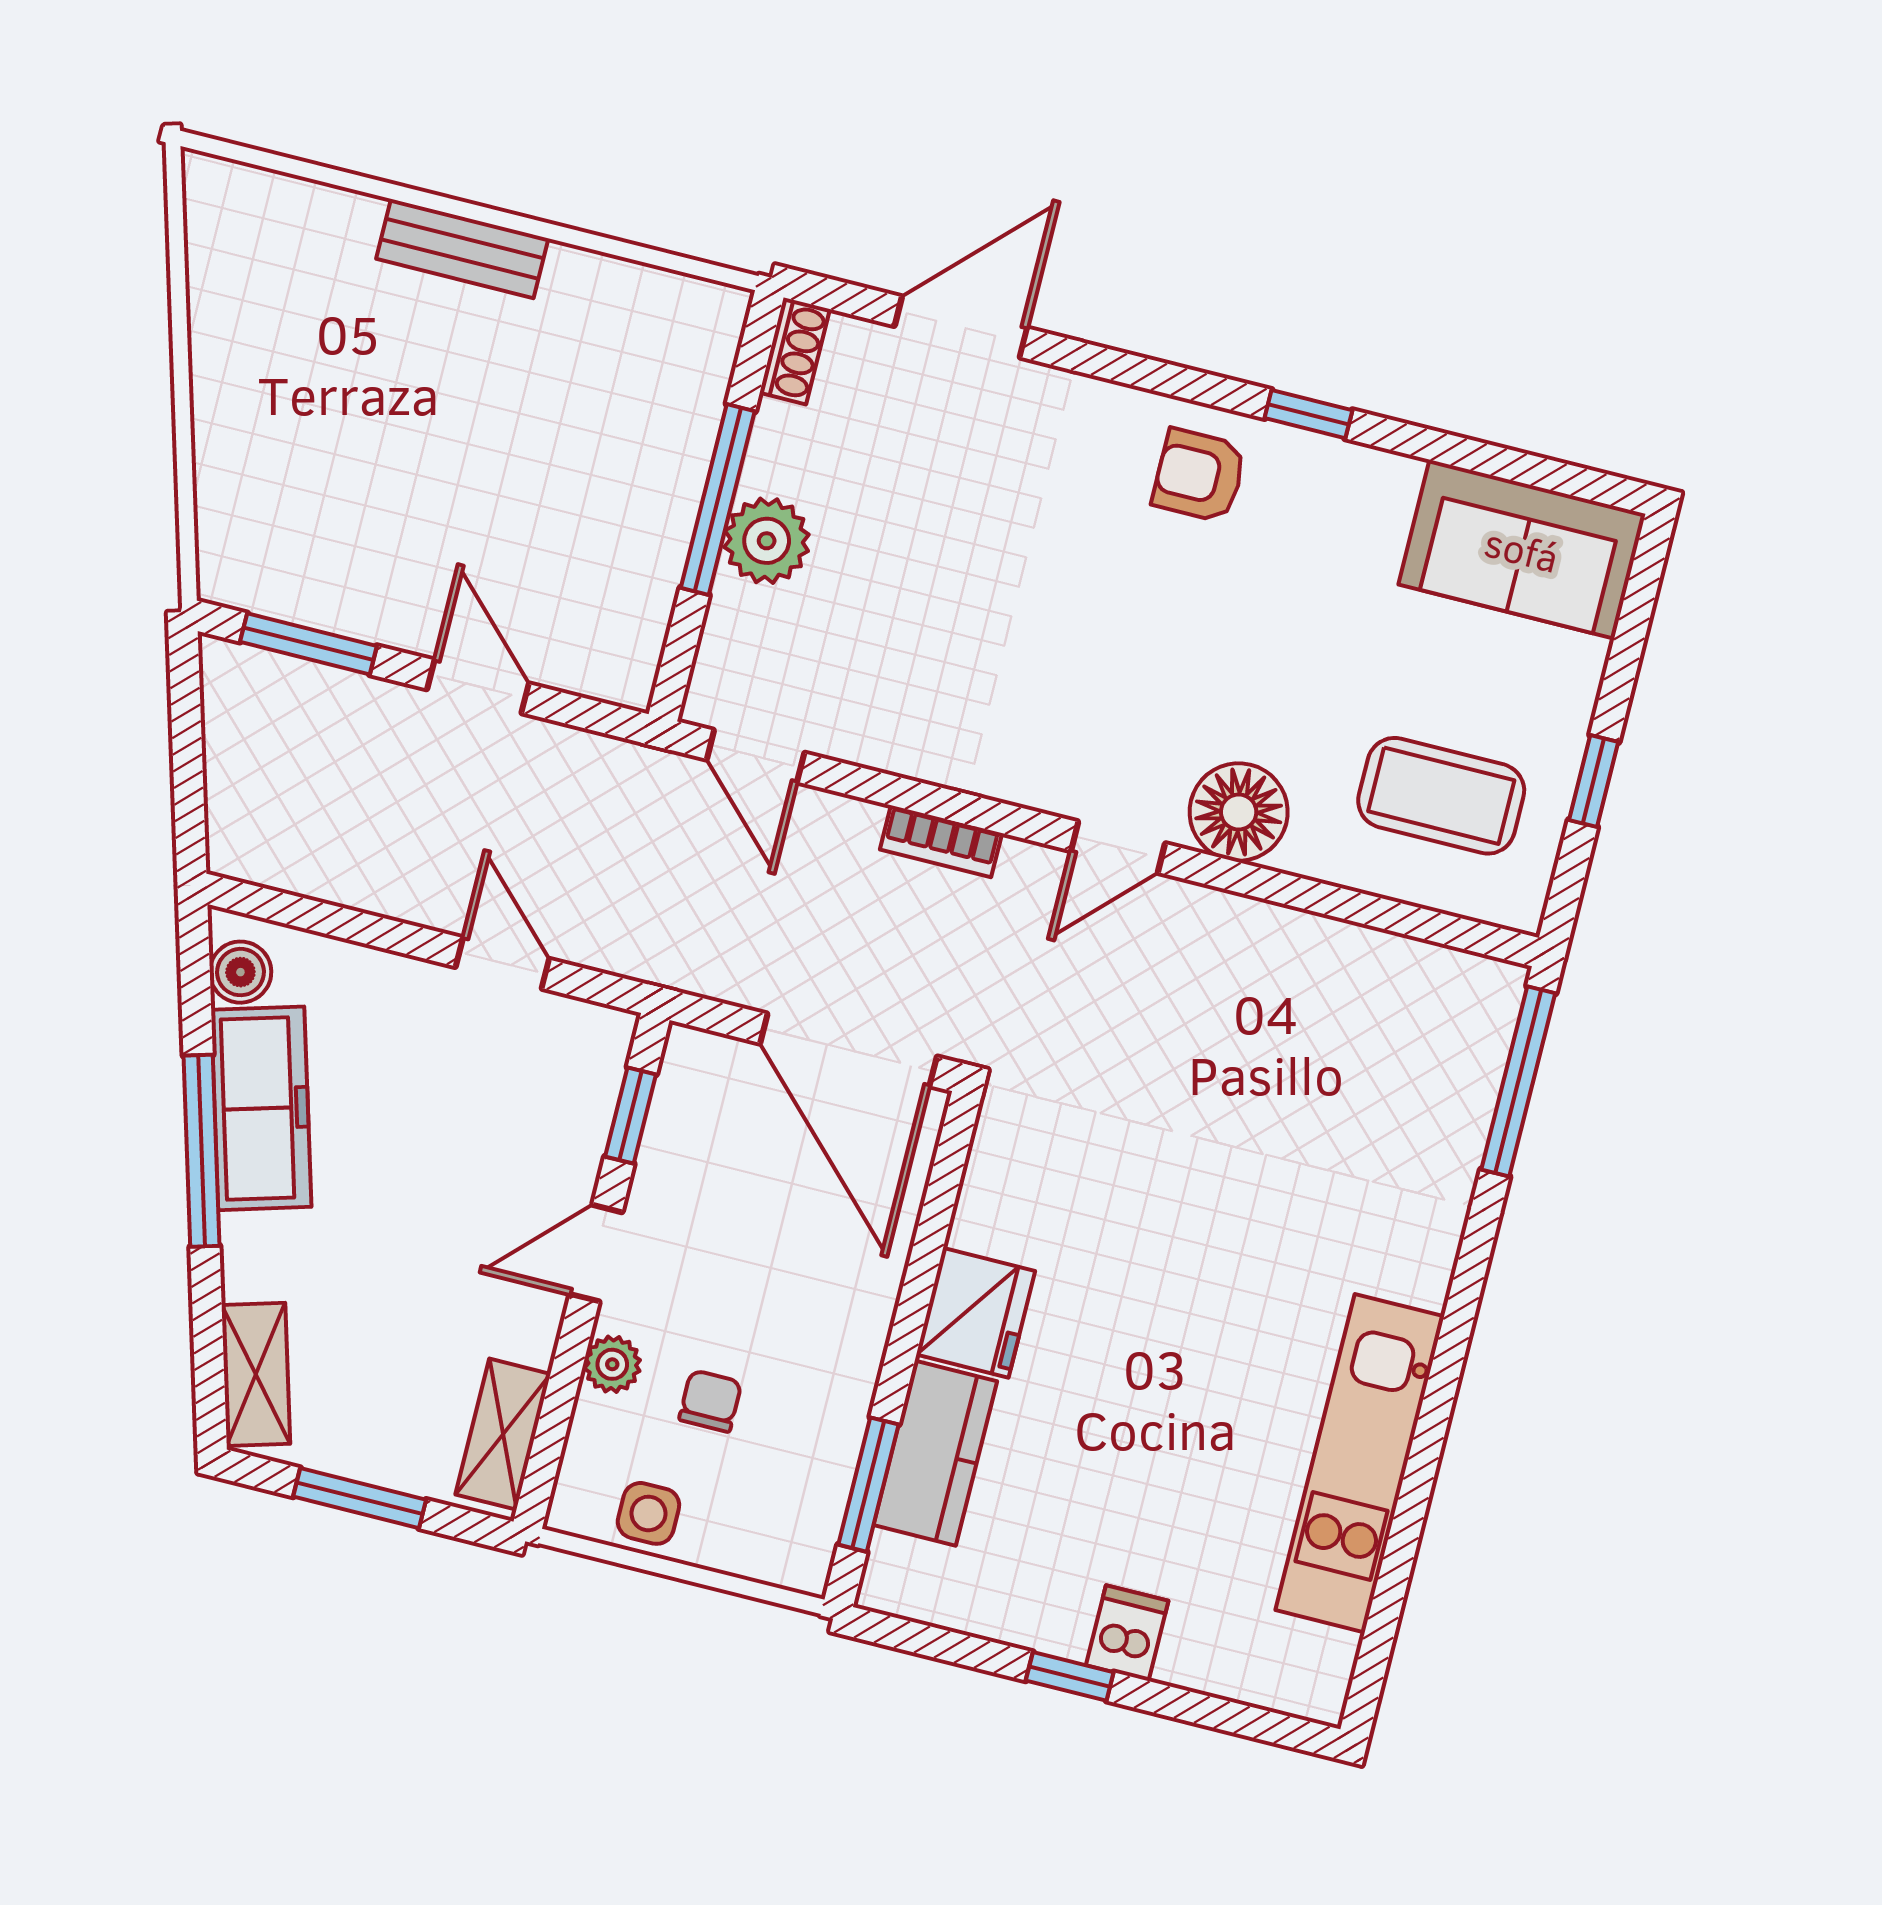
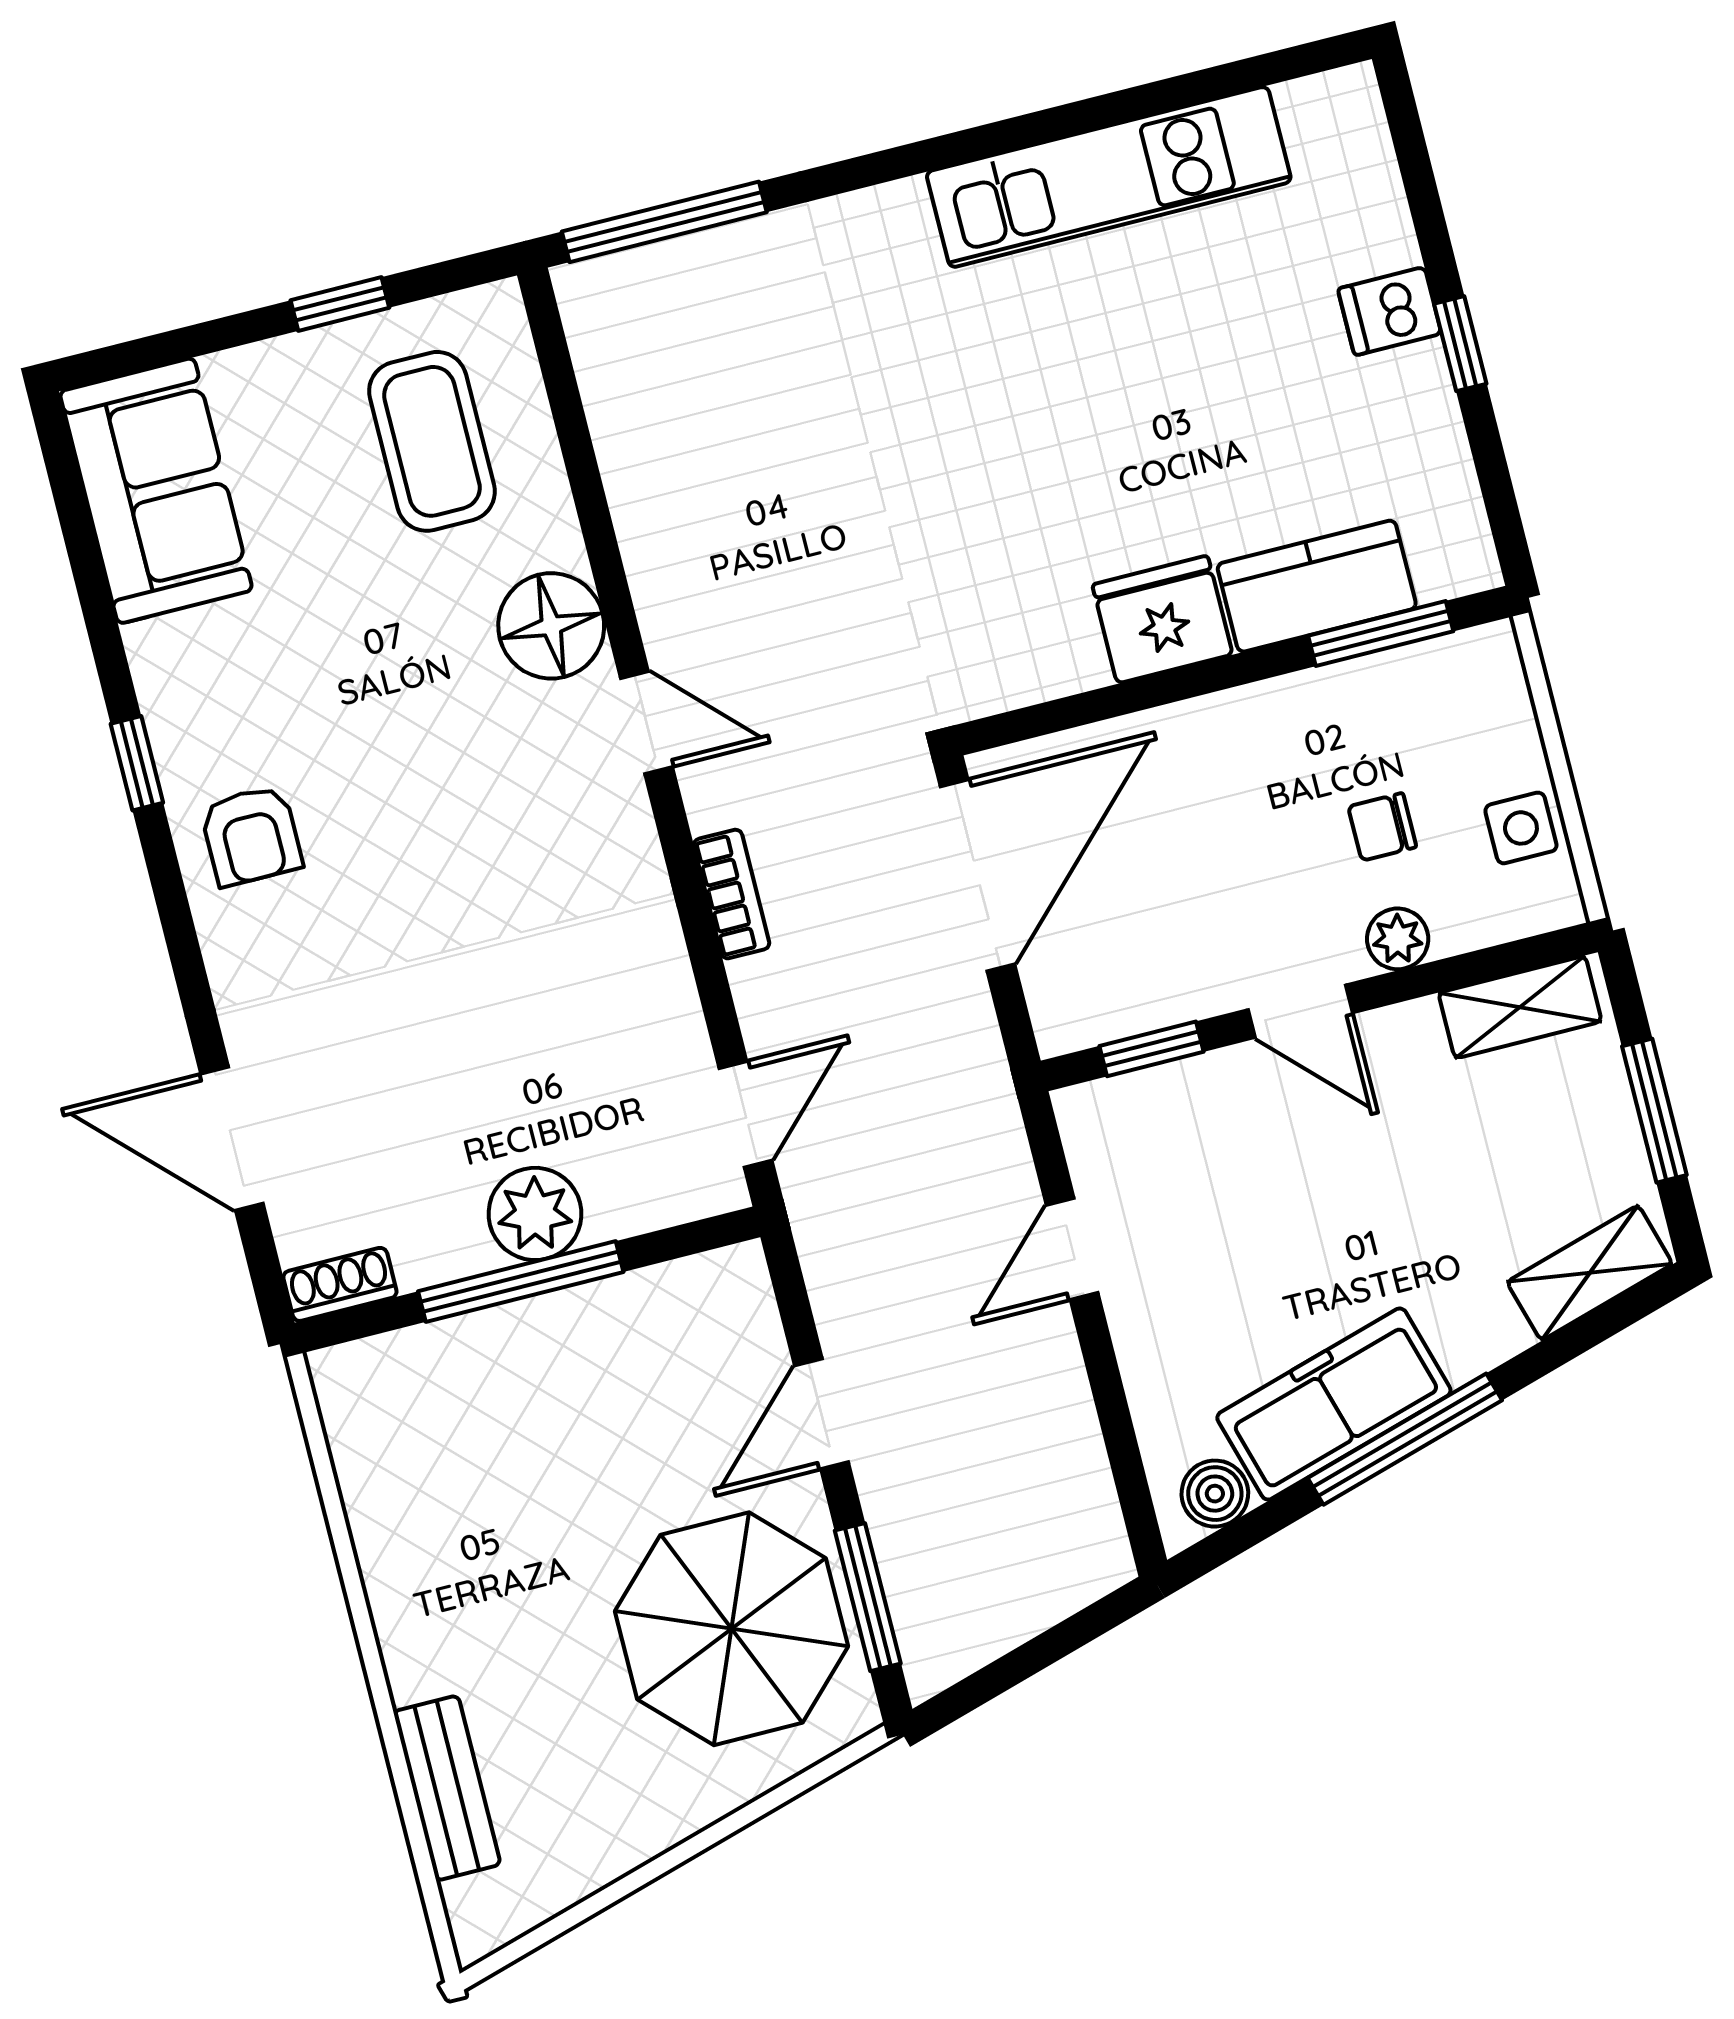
bench: (462, 249) -> (447, 1788), moved
parasol: (342, 519) -> (732, 1629), added

